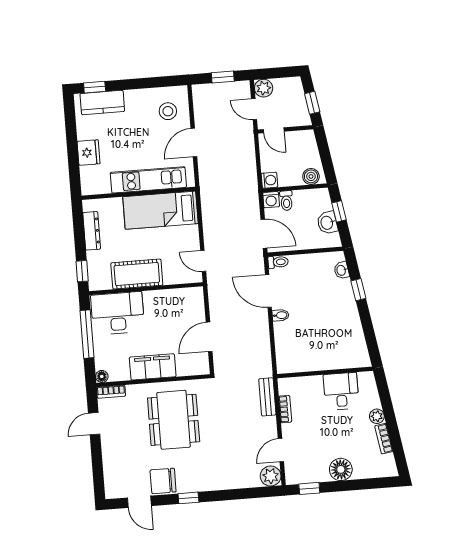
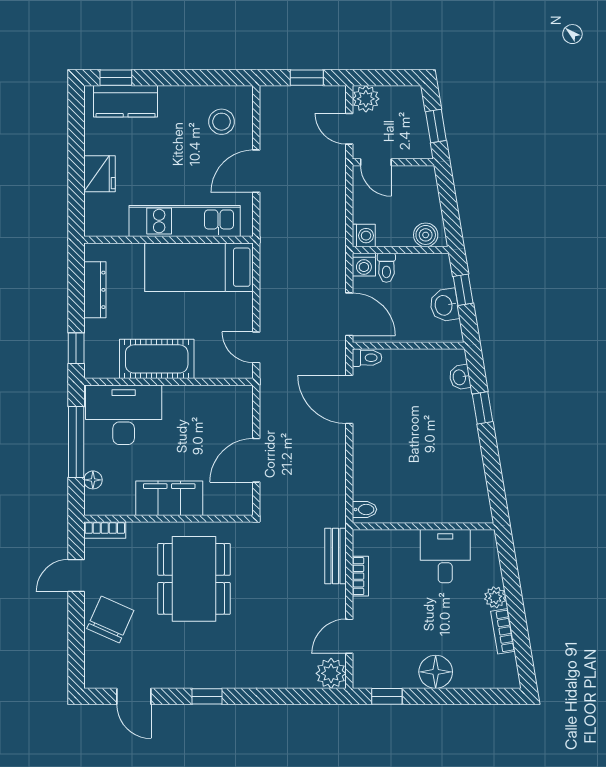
bidet: (281, 315) -> (364, 509), moved
floor lamp: (102, 376) -> (93, 480), moved
chair: (163, 481) -> (110, 620), moved, turned 114

